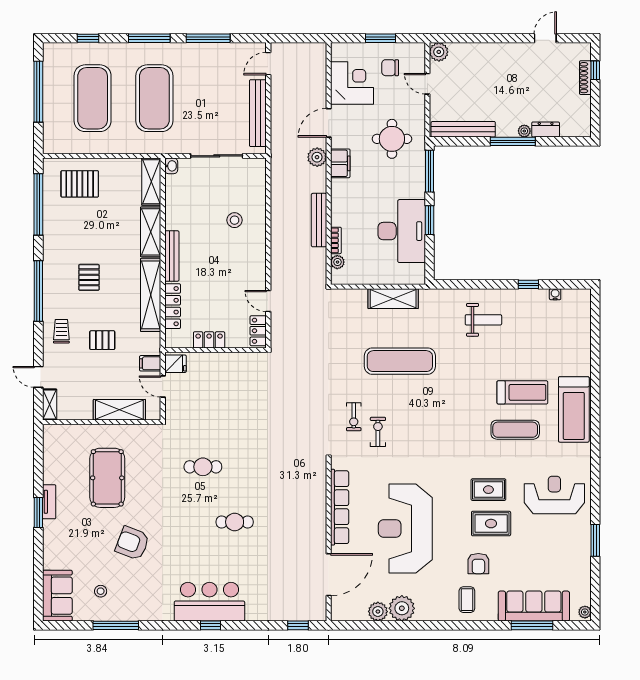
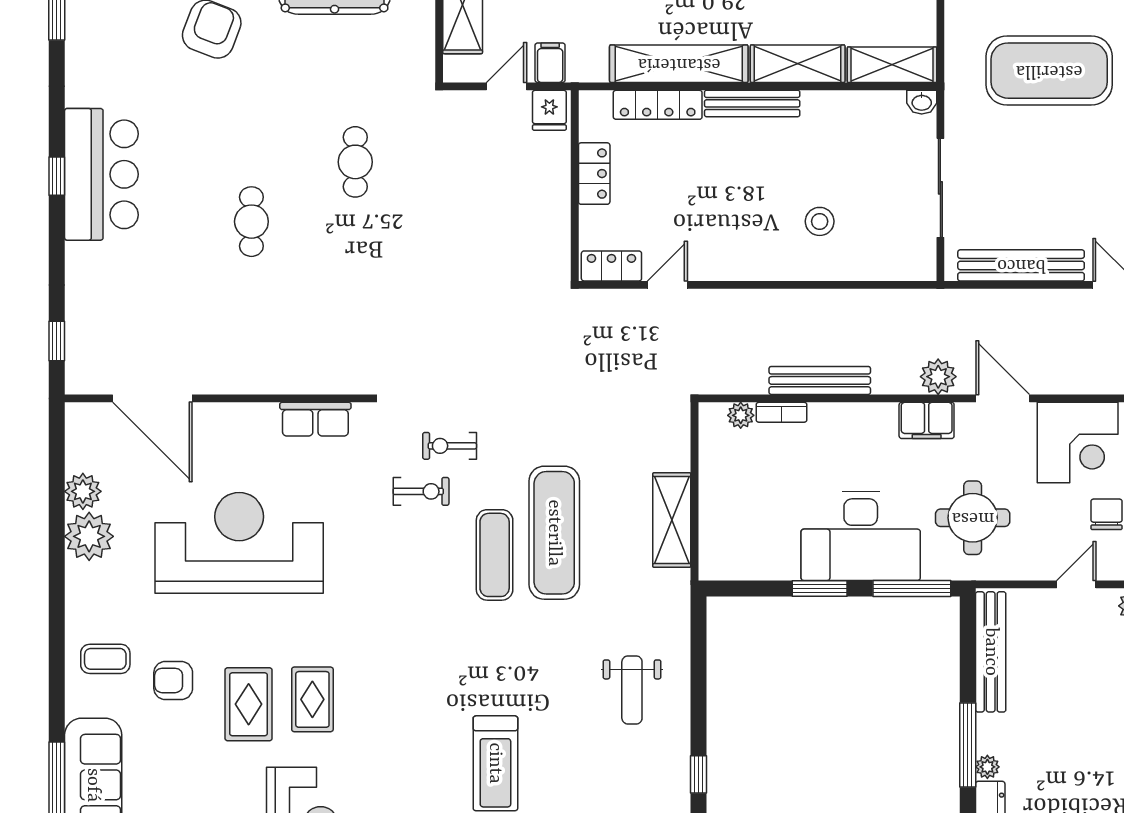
desk: (402, 231) -> (861, 536), moved
exercise mat: (515, 430) -> (495, 555), moved
row of seats: (340, 507) -> (315, 419), width x0.50

